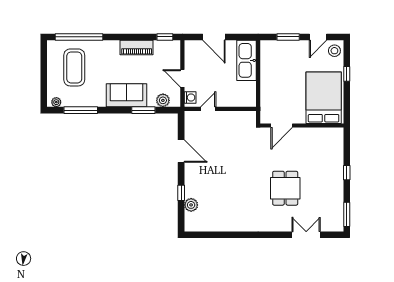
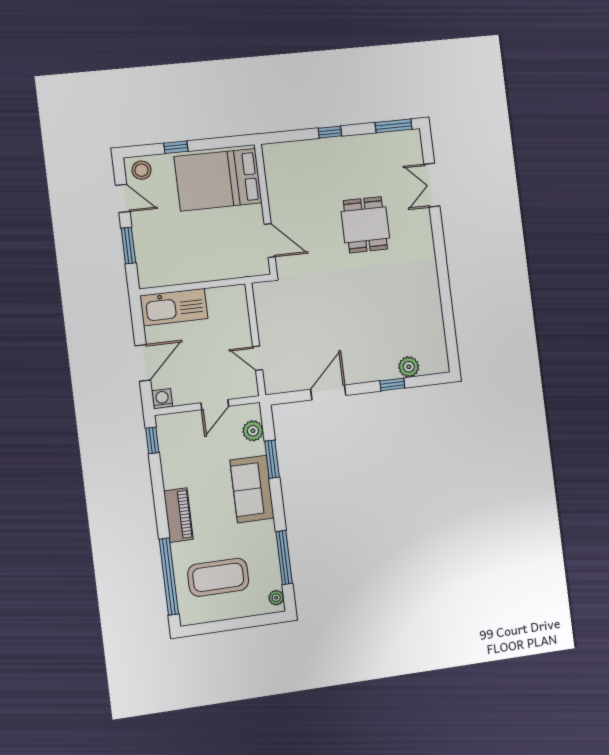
piano: (137, 47) -> (178, 515), moved
washing machine: (190, 98) -> (162, 399), moved
dining table: (285, 188) -> (365, 225), turned 90

